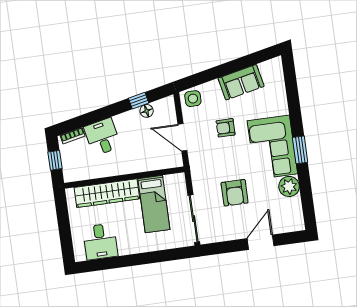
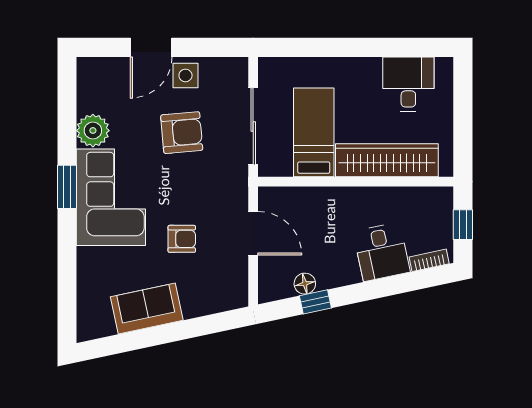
side table: (193, 99) -> (185, 75), moved
armchair: (235, 193) -> (182, 133), turned 85
sliding door: (194, 219) -> (253, 126), moved

